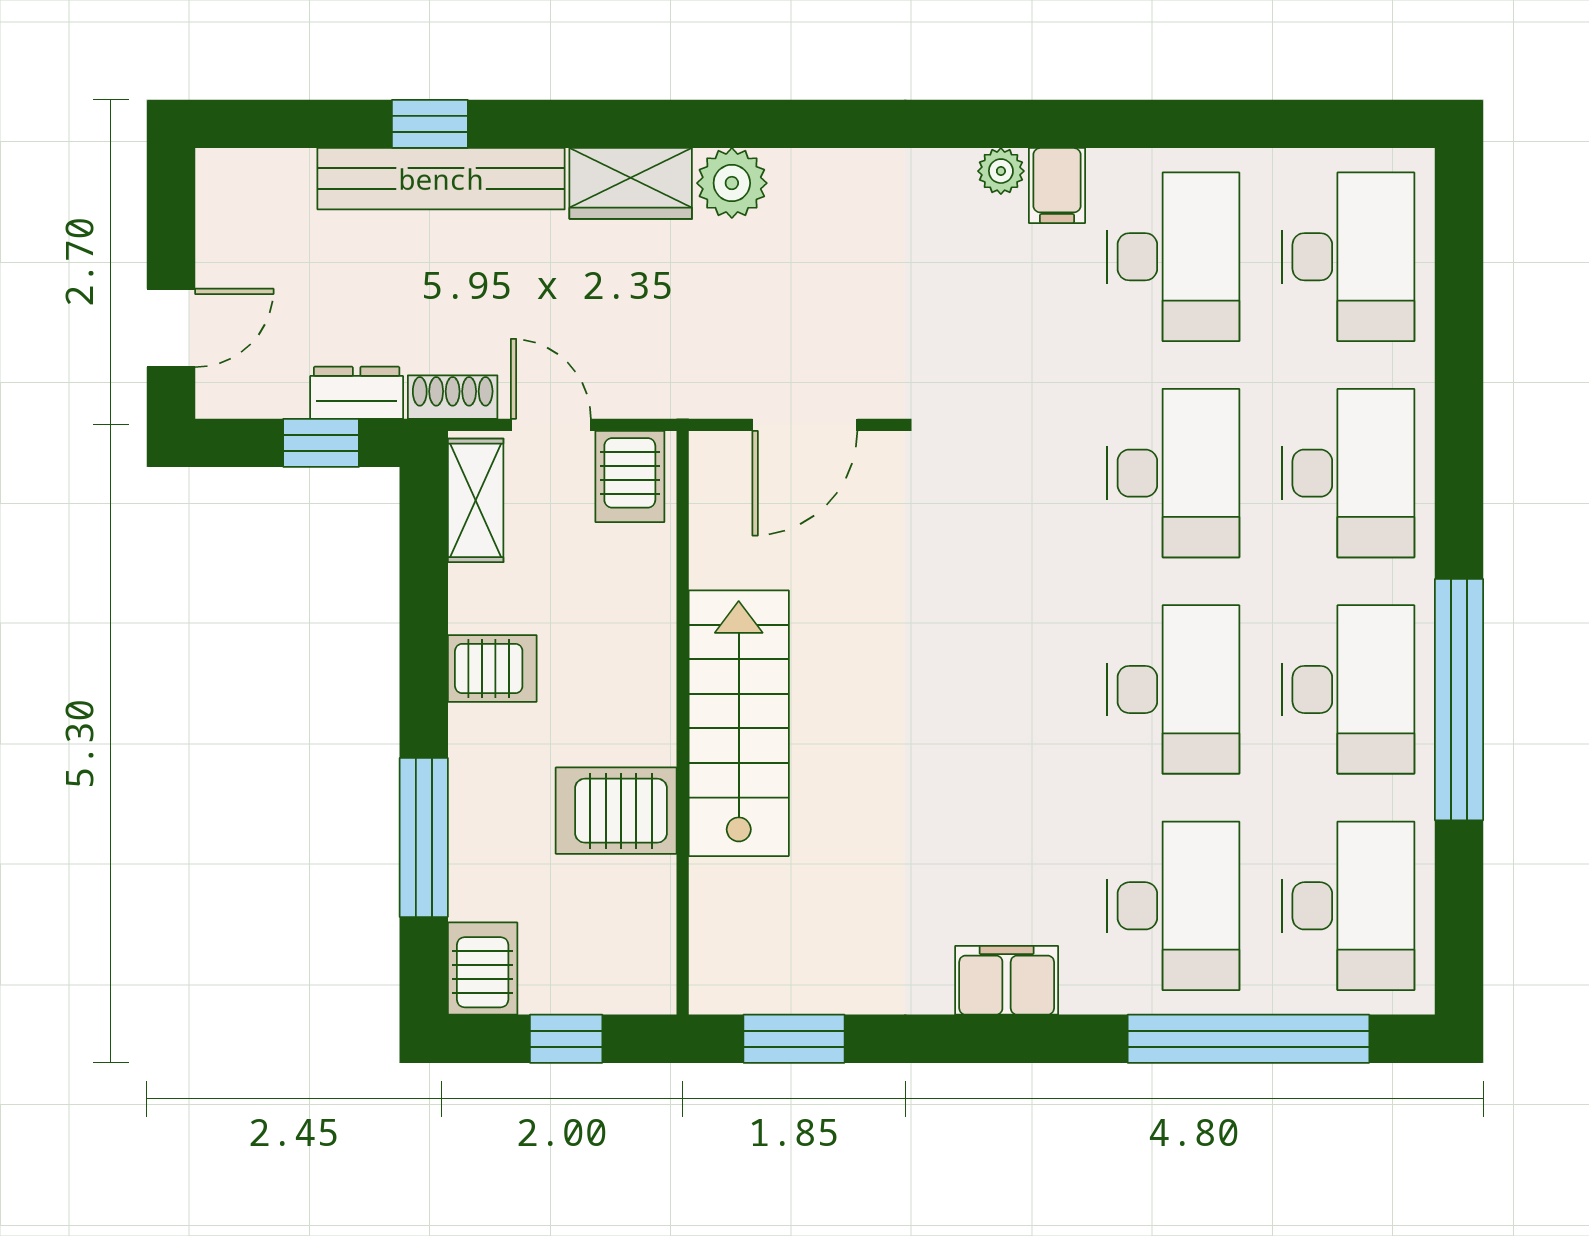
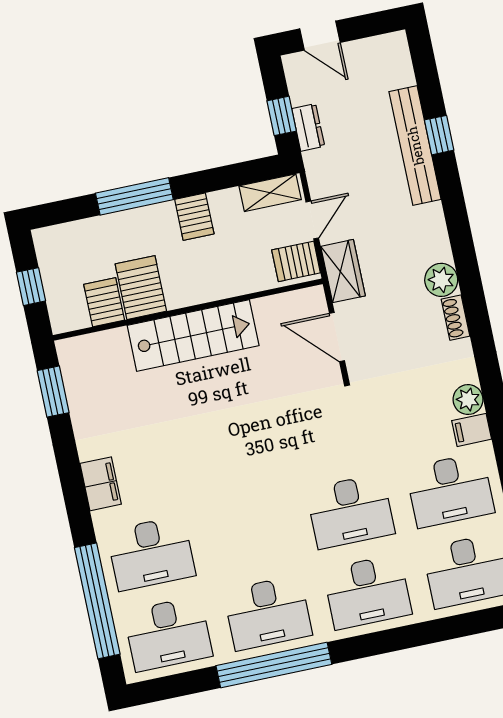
plant: (1001, 171) -> (468, 400), width x1.38, depth x1.38
wardrobe: (631, 183) -> (343, 271), moved, turned 180
shoe rack: (453, 397) -> (456, 318), moved, turned 180
desk: (1173, 689) -> (251, 532), removed
window: (424, 837) -> (134, 196), moved
server rack: (483, 969) -> (104, 302), moved, turned -90

